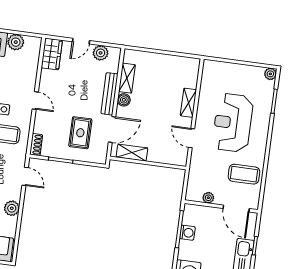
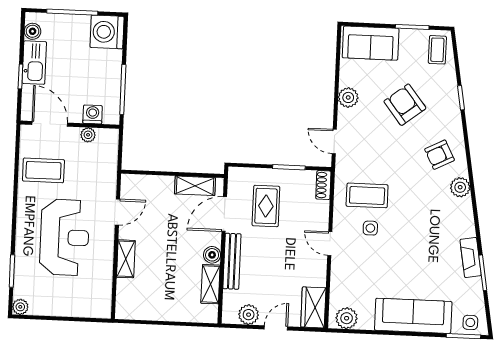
plant: (16, 42) -> (347, 318), moved
door: (192, 138) -> (117, 212), hinge flipped
washing machine: (187, 233) -> (93, 114), moved, turned 90

